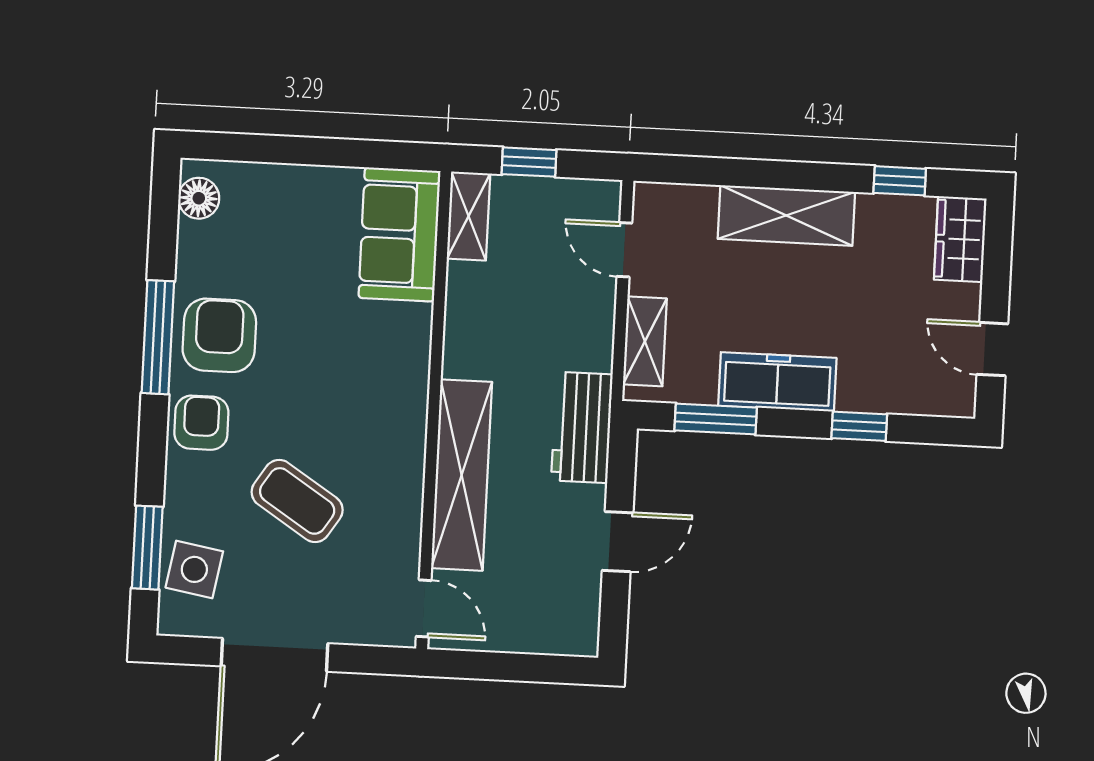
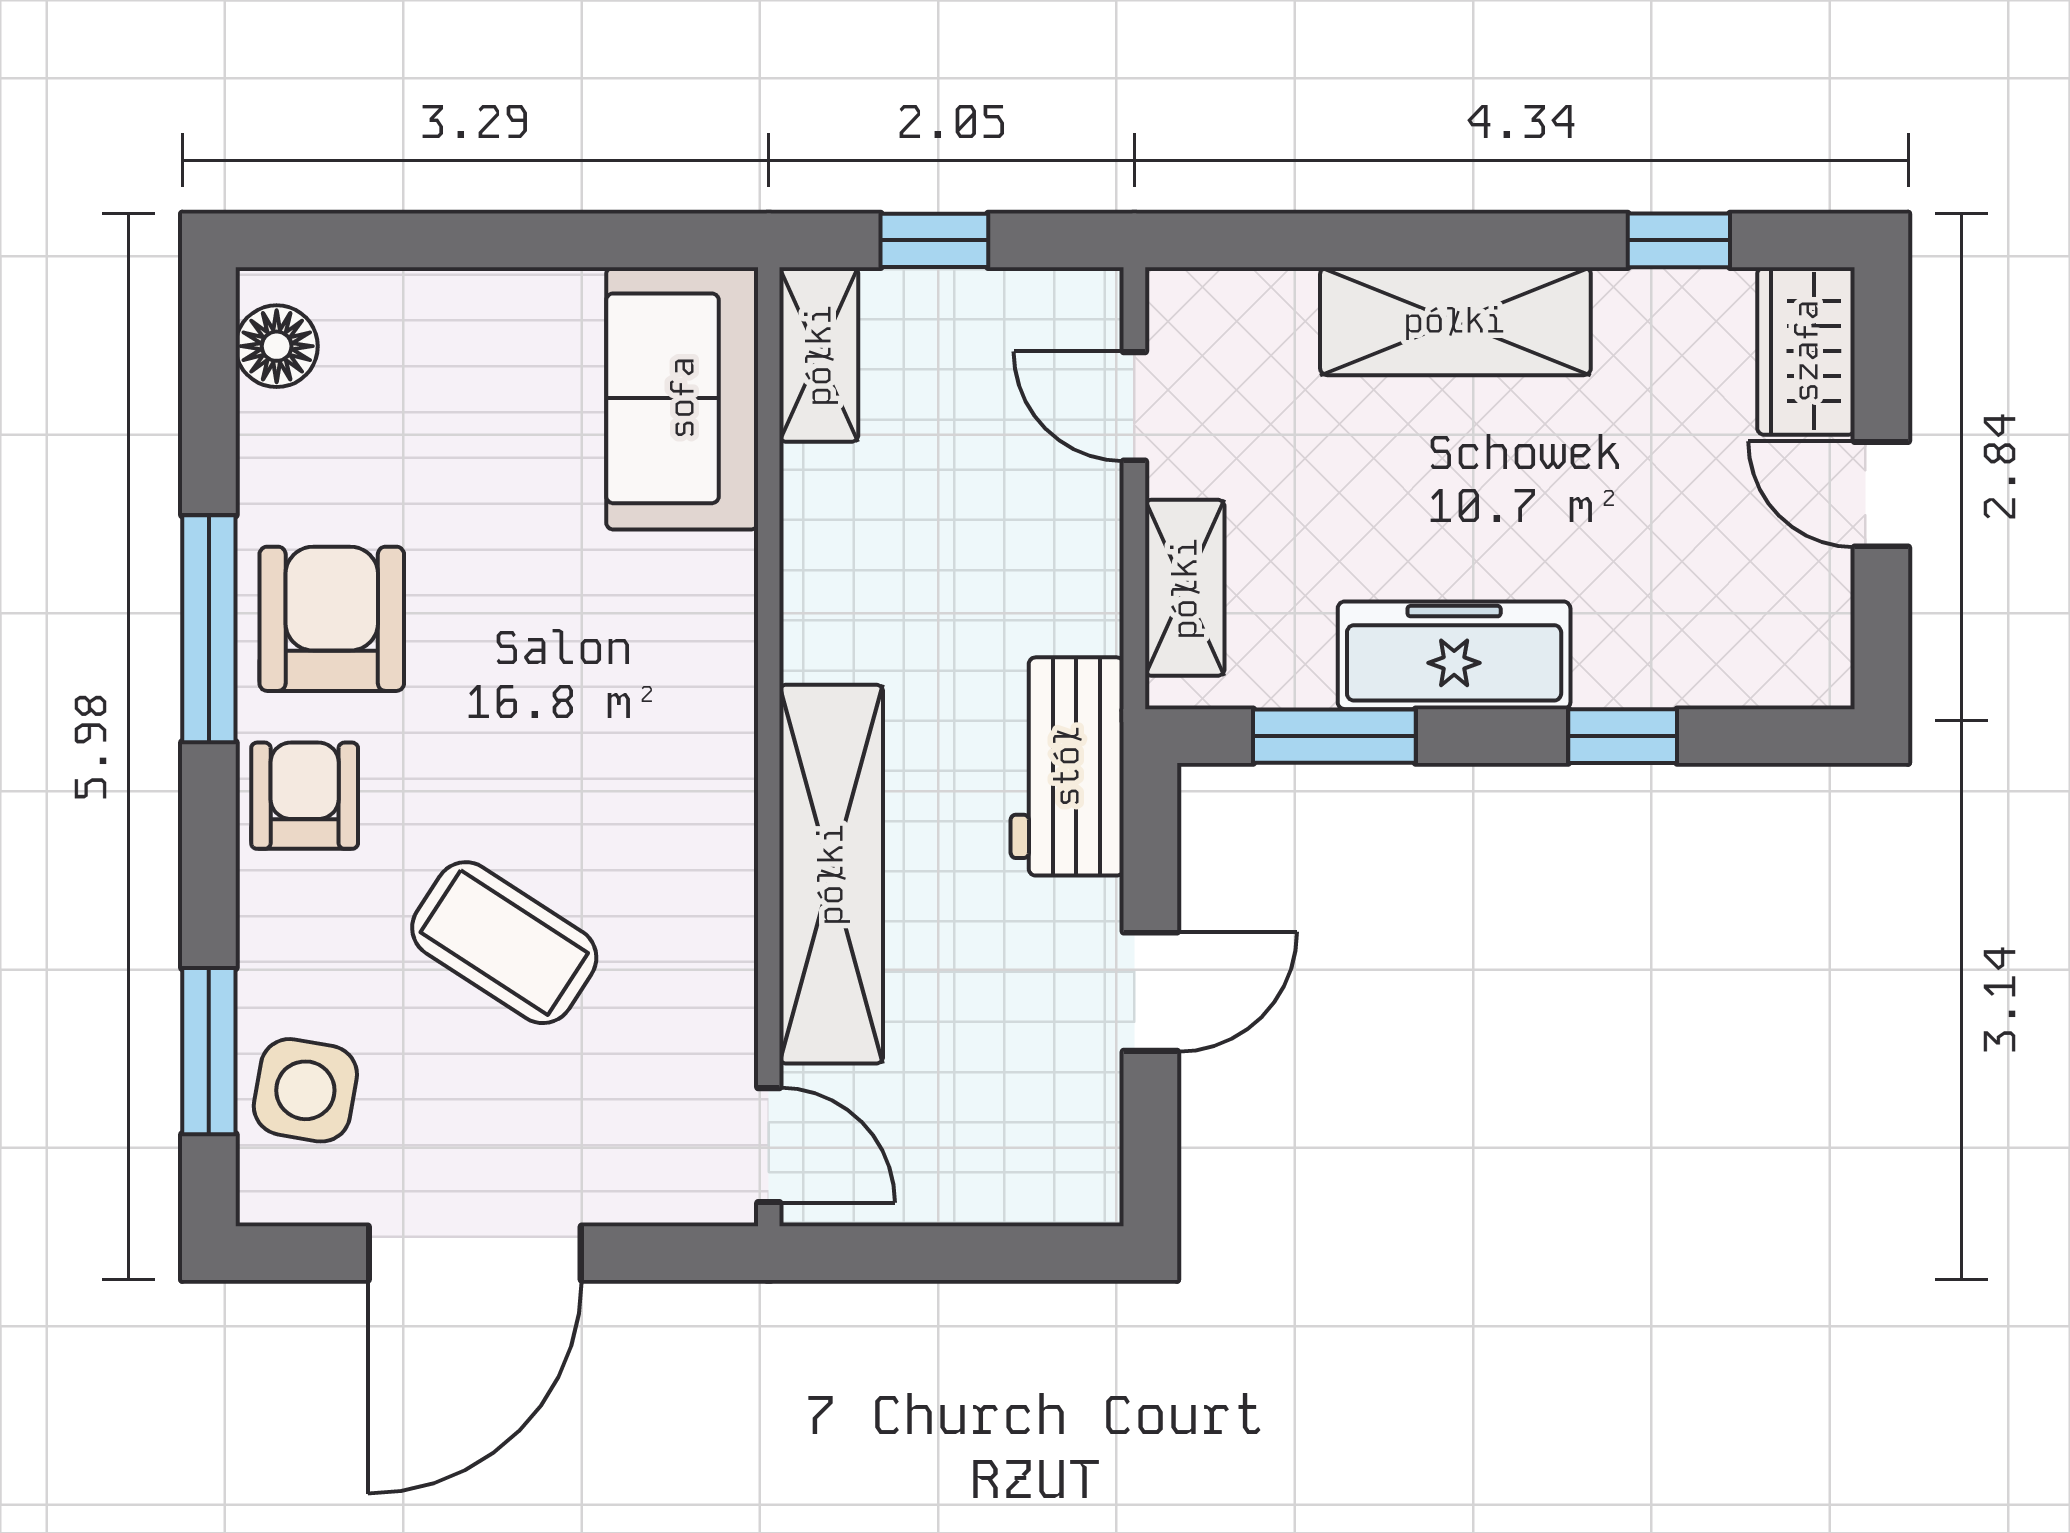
door: (992, 349) -> (1881, 494), moved

